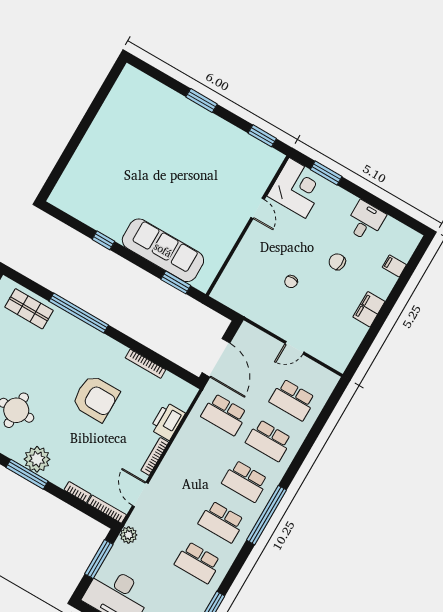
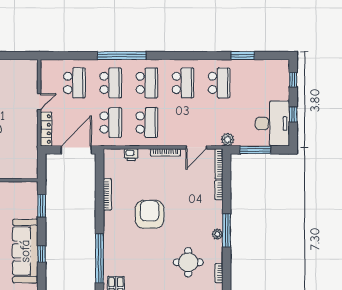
window: (103, 240) -> (42, 254), moved
sofa: (163, 250) -> (25, 251), moved
locker: (259, 338) -> (46, 129), added
door: (294, 348) -> (39, 102), hinge flipped
printer: (168, 421) -> (131, 155), width x0.53, depth x0.68
school desk: (200, 455) -> (147, 123), added
plant: (37, 459) -> (217, 234), width x0.53, depth x0.53
window: (266, 515) -> (122, 56), moved

